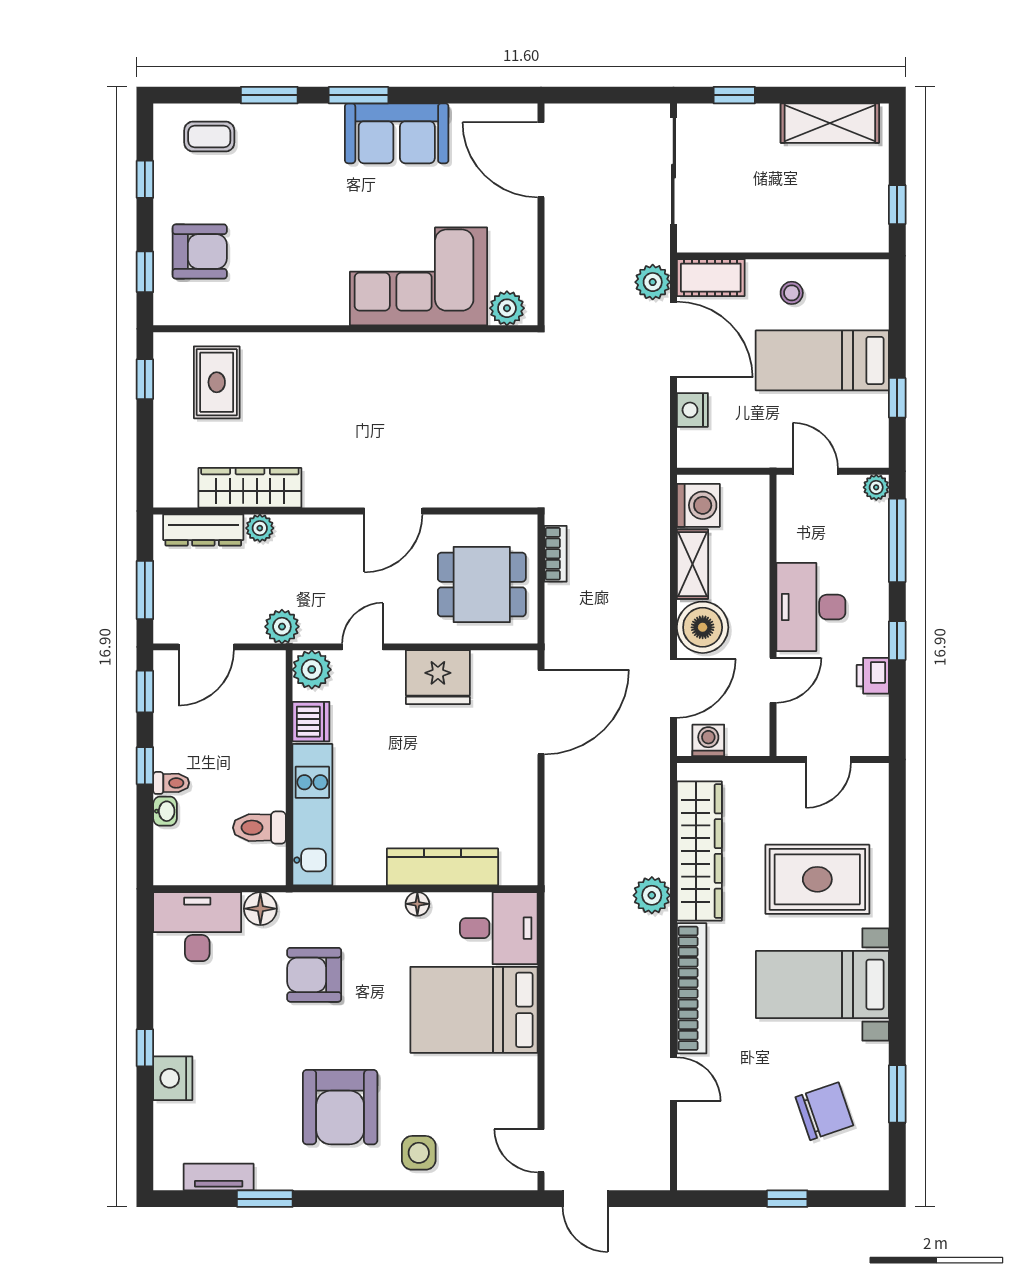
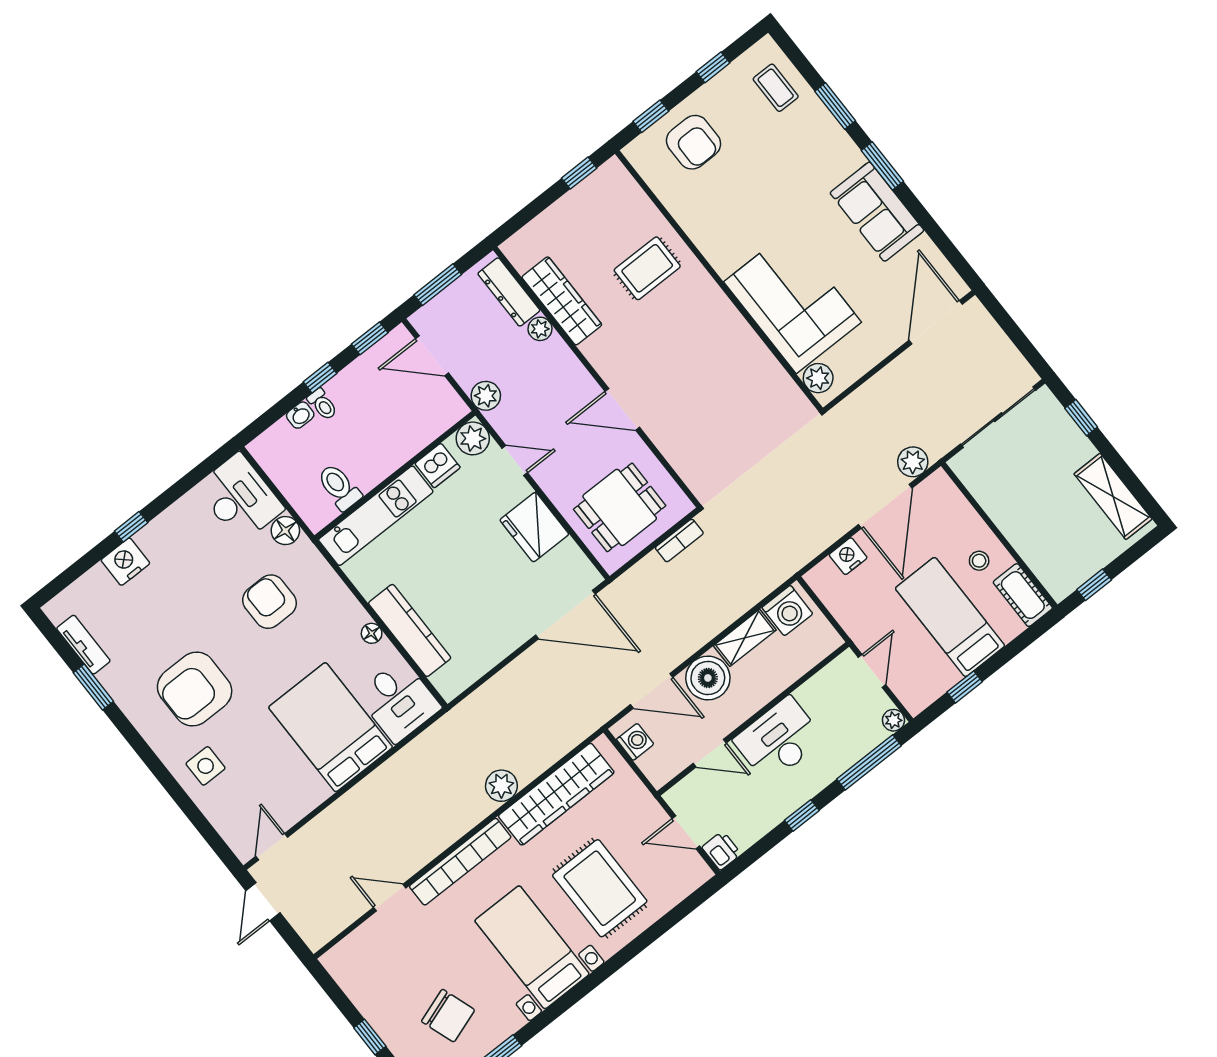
cot: (711, 278) -> (1023, 595), moved
rug: (217, 382) -> (647, 268), moved
dining table: (482, 585) -> (620, 507), turned 90
printer: (873, 676) -> (721, 851), moved, turned 90
door: (674, 1079) -> (390, 898), swing flipped

